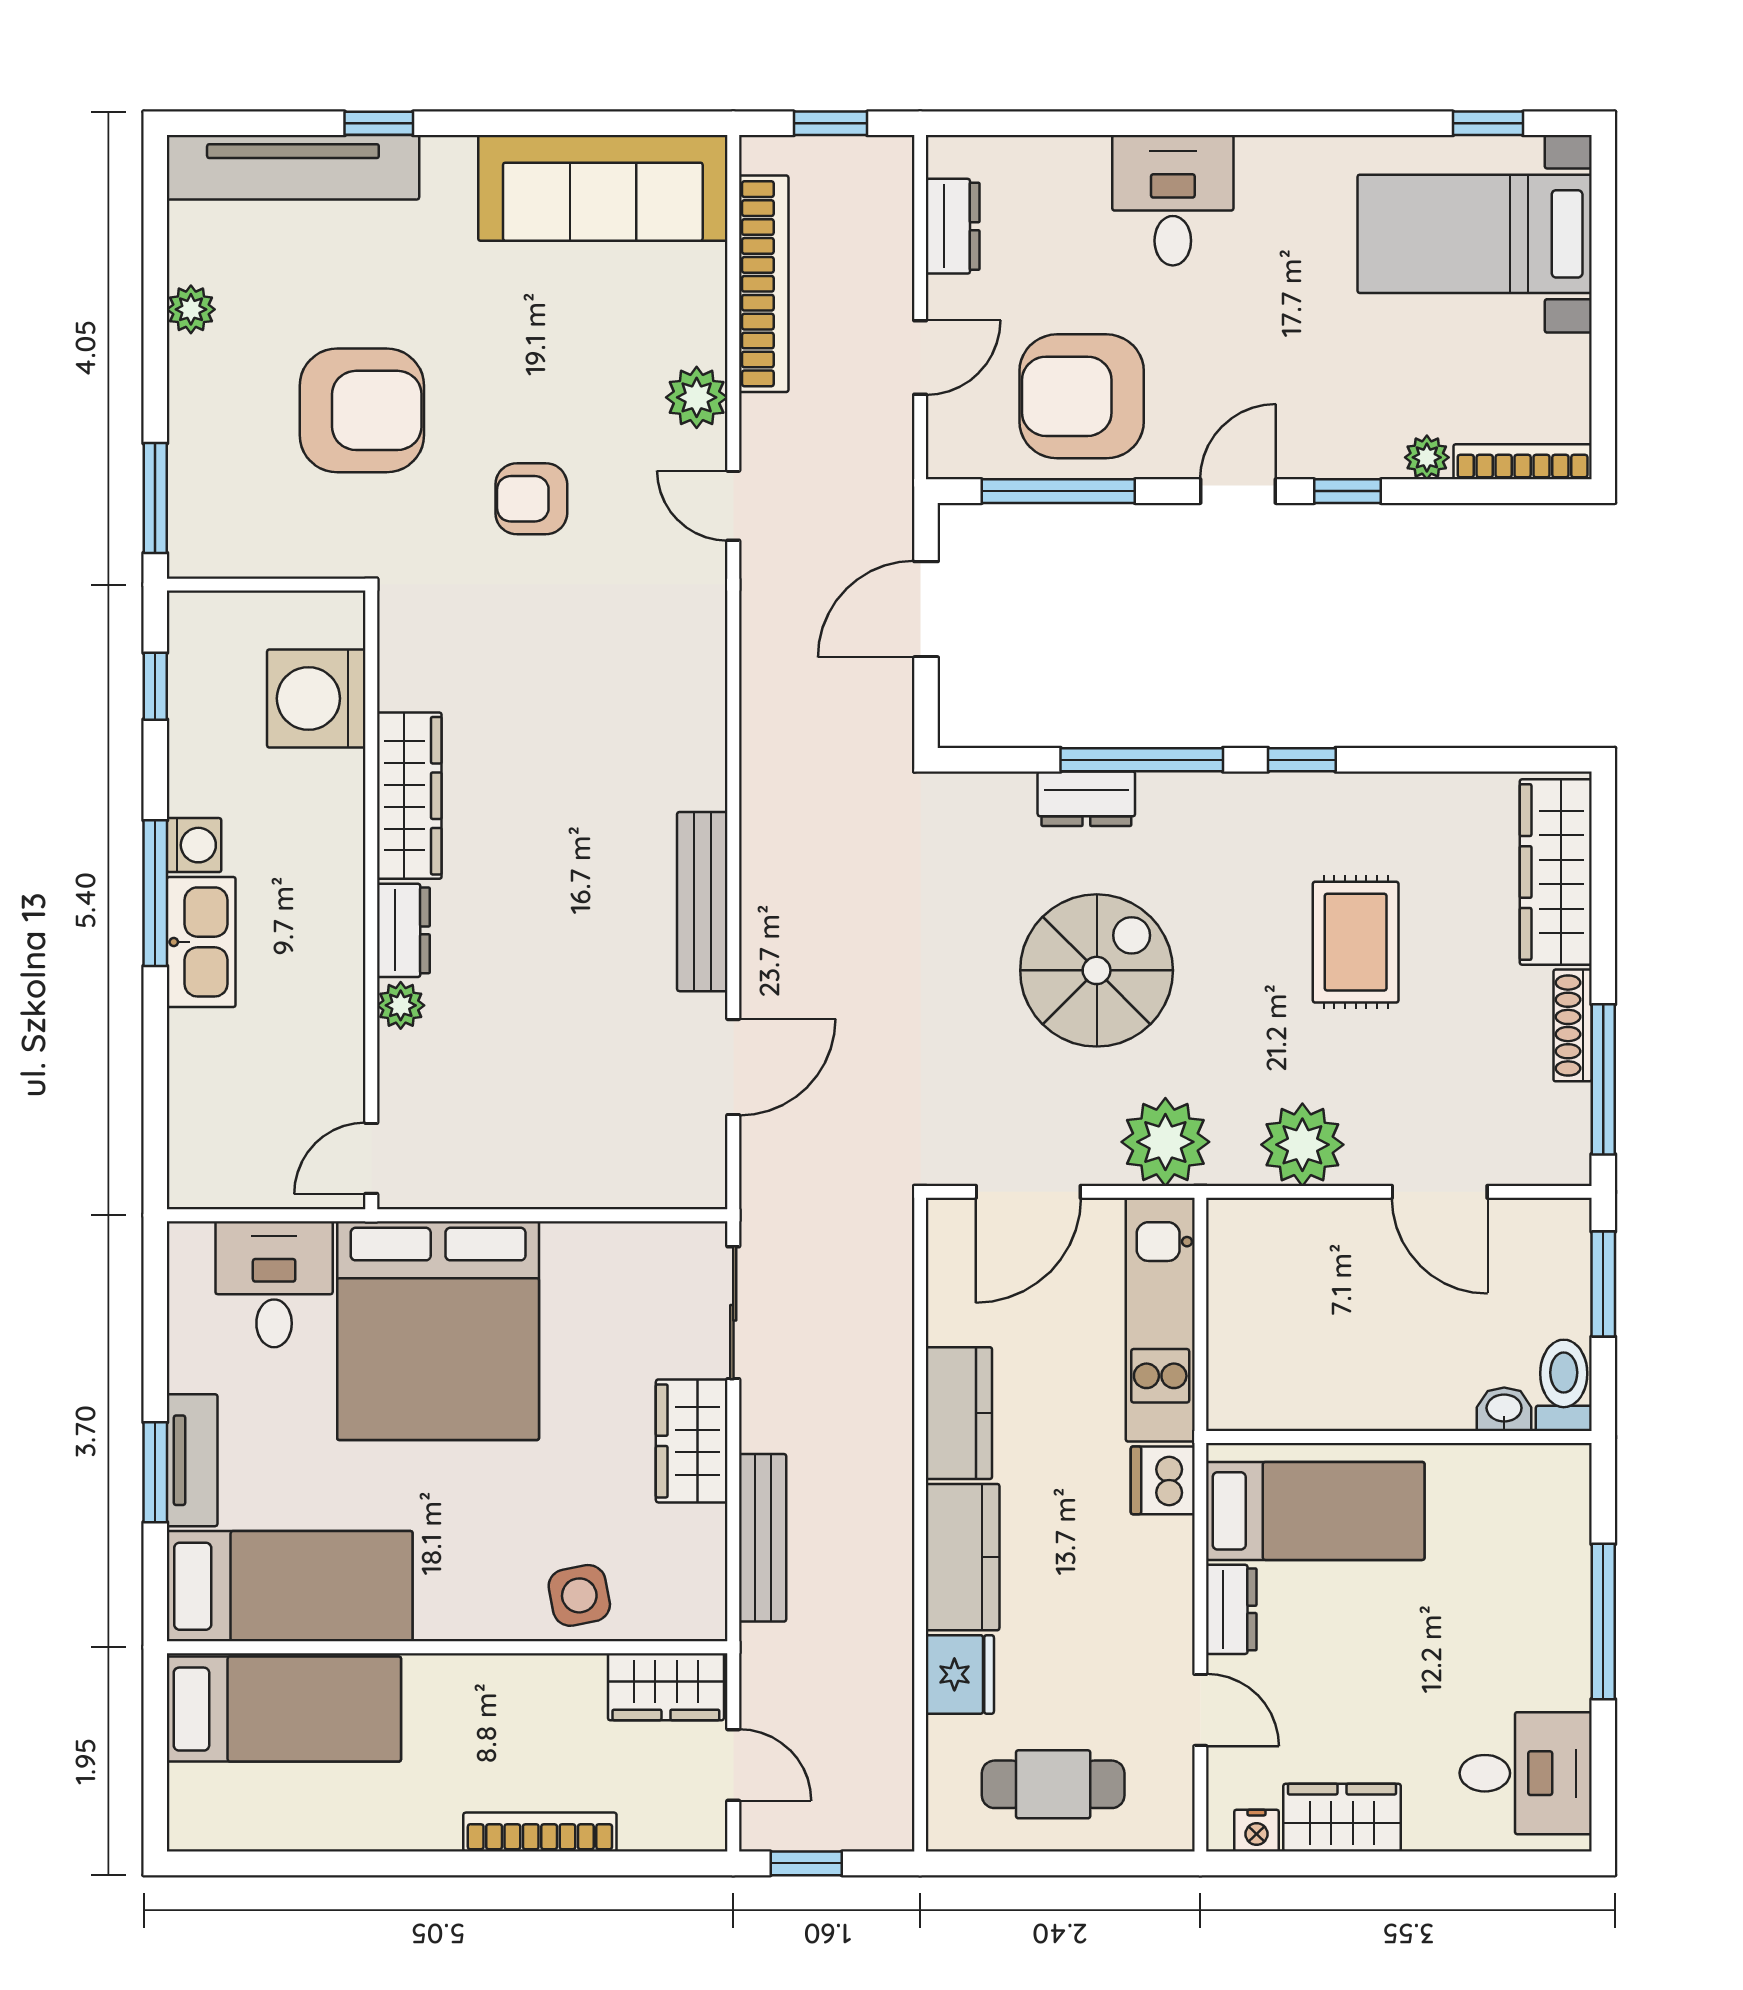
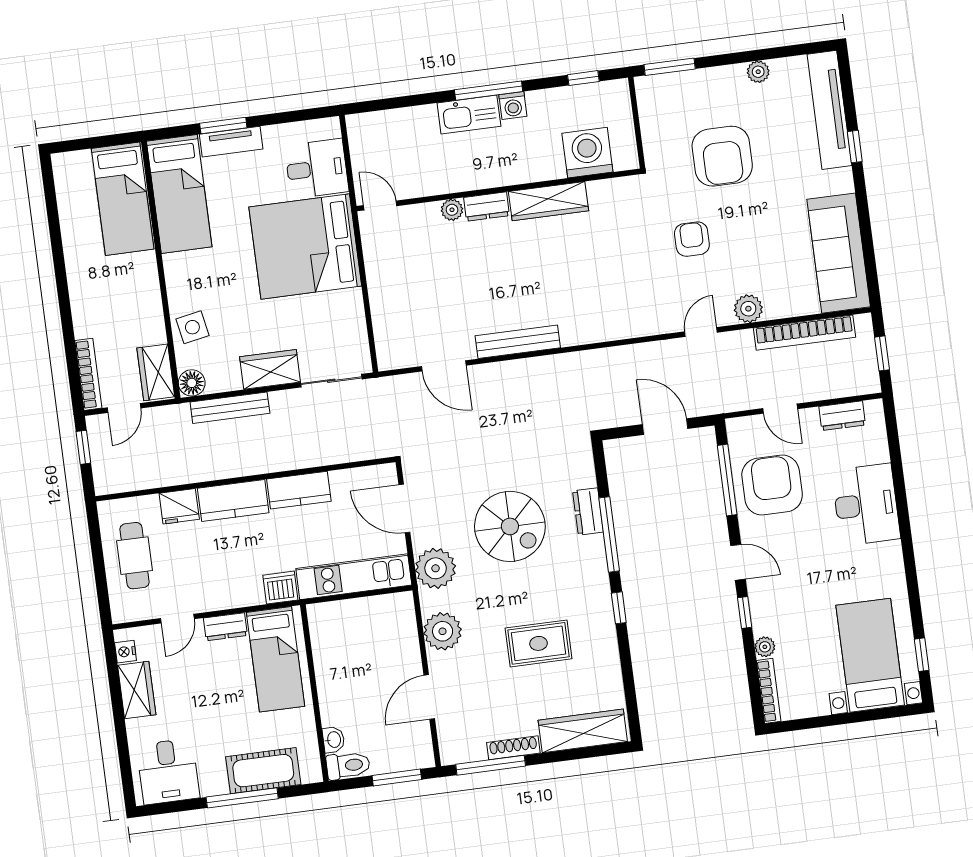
desk: (1173, 200) -> (866, 505), width x1.37
cot: (1551, 1569) -> (263, 771), added
floor lamp: (699, 1613) -> (192, 383), added
bookcase: (540, 1832) -> (88, 374), moved

